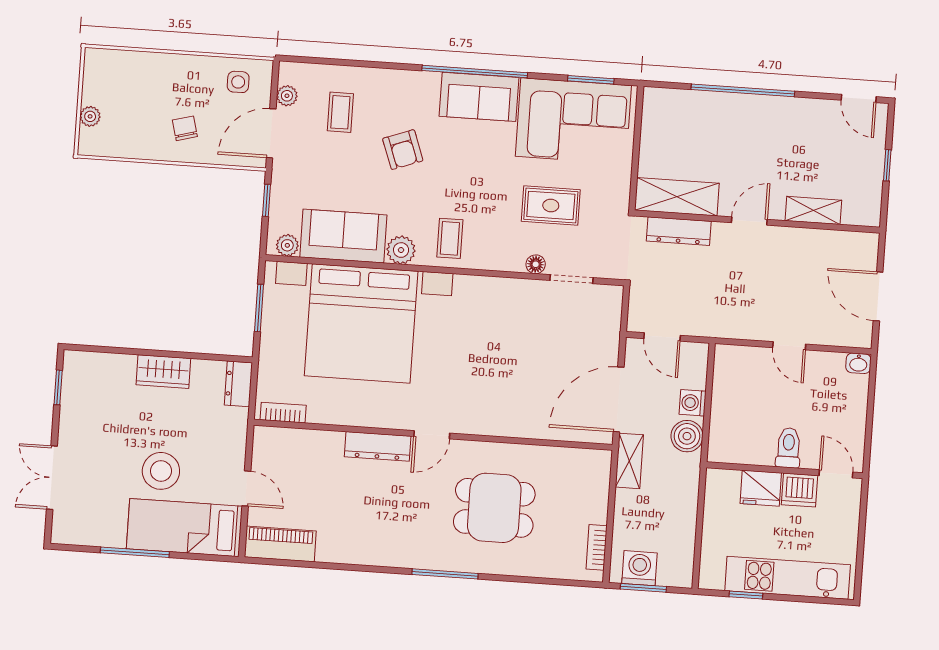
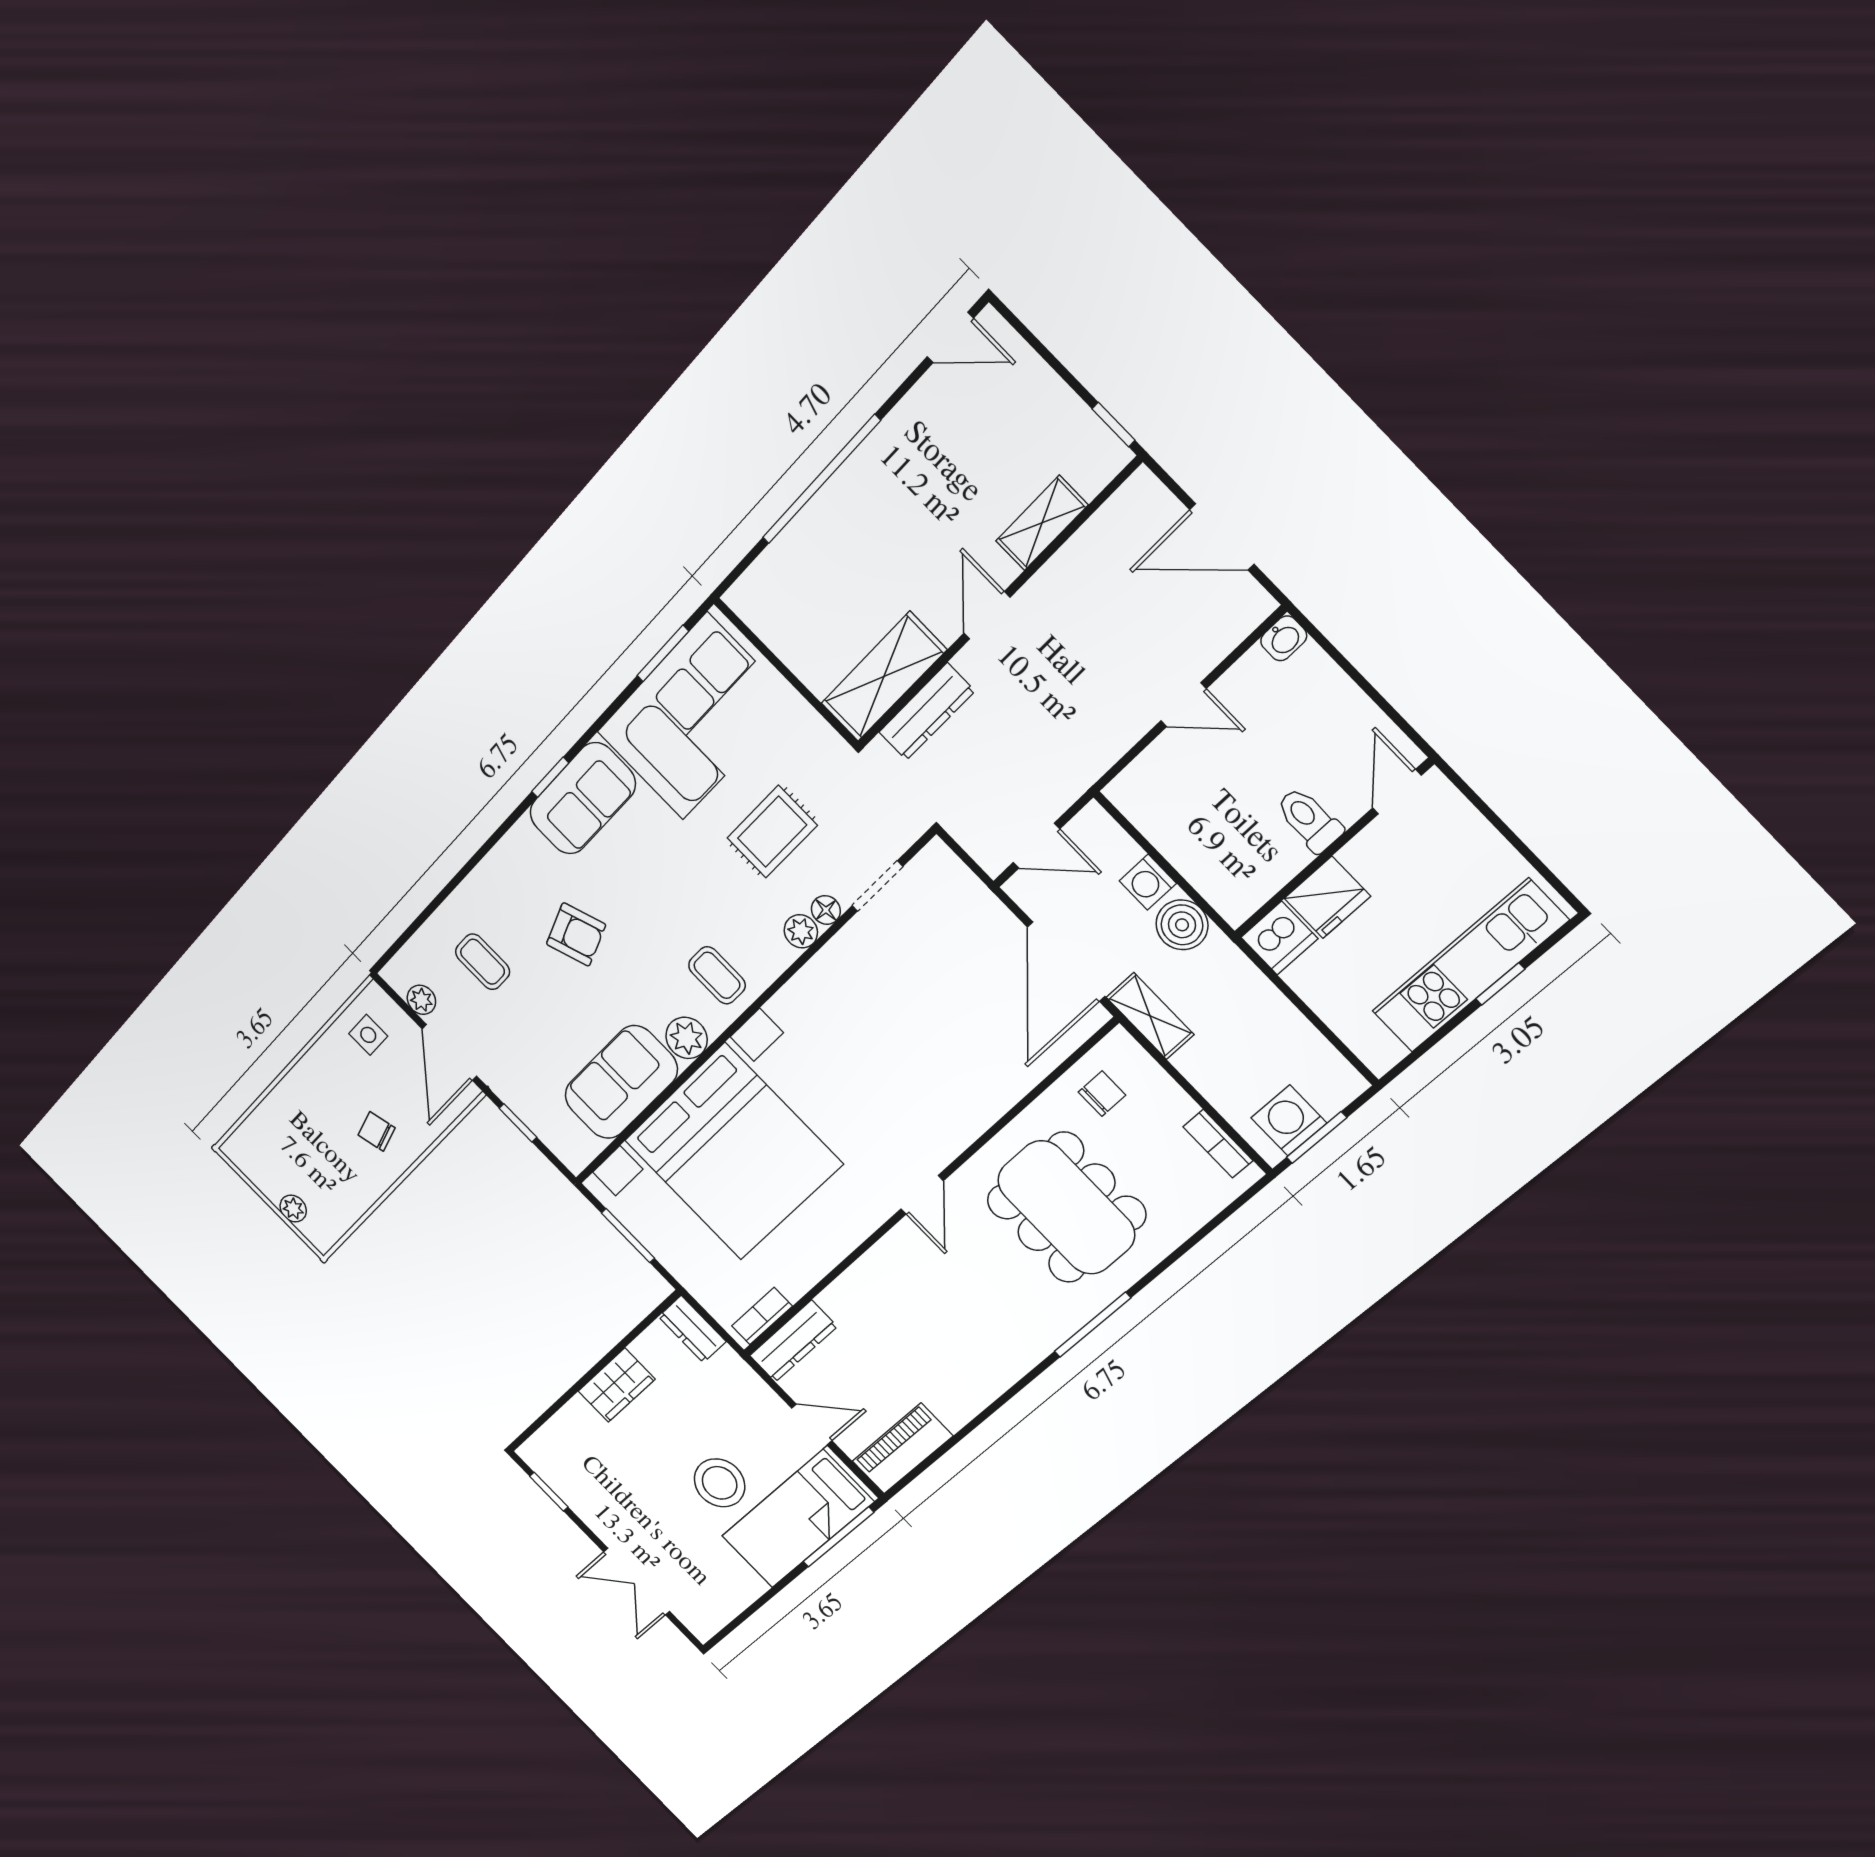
window: (475, 72) -> (550, 777), width x0.32
window: (887, 165) -> (1113, 425), moved
plant: (287, 245) -> (801, 931), moved
dresser: (378, 446) -> (793, 1341), moved
chair: (569, 473) -> (1102, 1094), added
door: (836, 474) -> (1397, 792), hinge flipped
dishwasher: (800, 490) -> (1279, 938), moved
dining table: (494, 508) -> (1066, 1208), width x1.37
window: (135, 552) -> (838, 1537), moved
window: (746, 595) -> (1500, 984), moved

